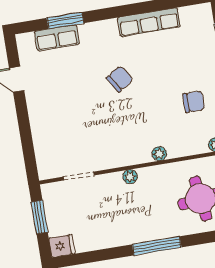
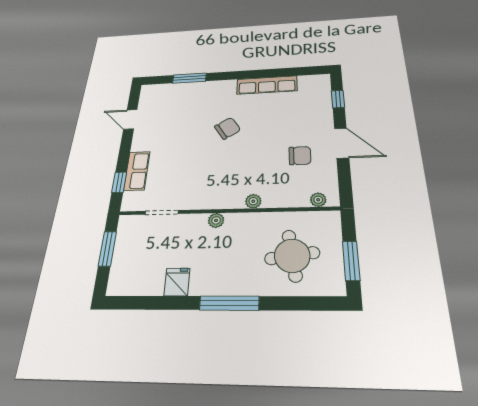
row of seats: (57, 38) -> (137, 171), moved, turned -90
window: (29, 151) -> (119, 182), added
fridge: (62, 246) -> (177, 282), moved, turned -90

